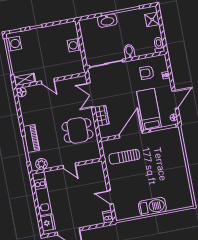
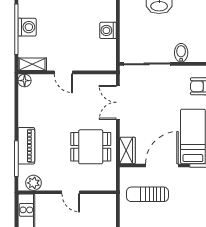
washing machine: (14, 44) -> (27, 27), moved
wardrobe: (102, 116) -> (127, 150), moved

